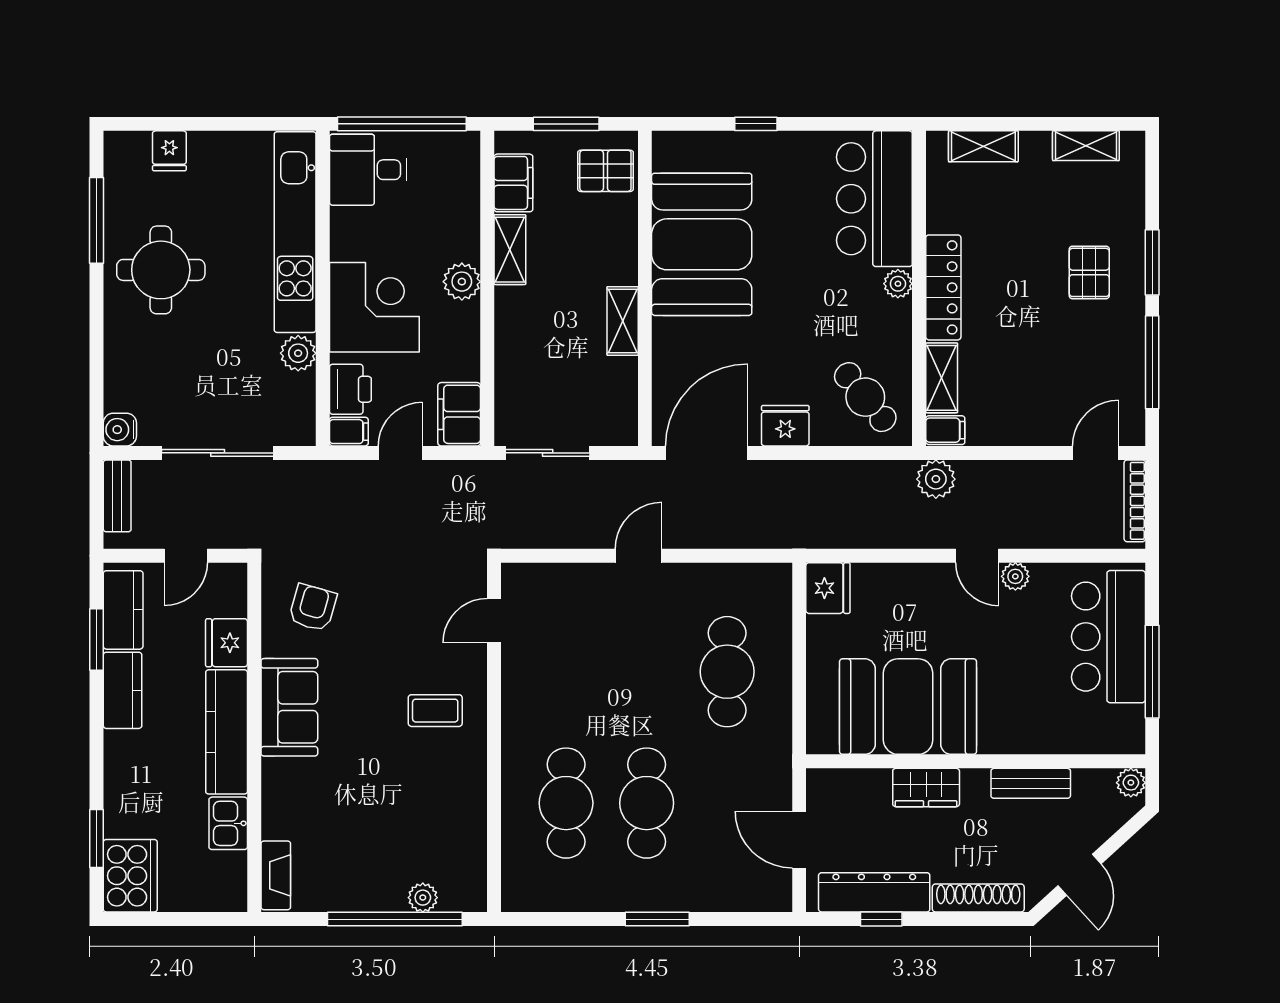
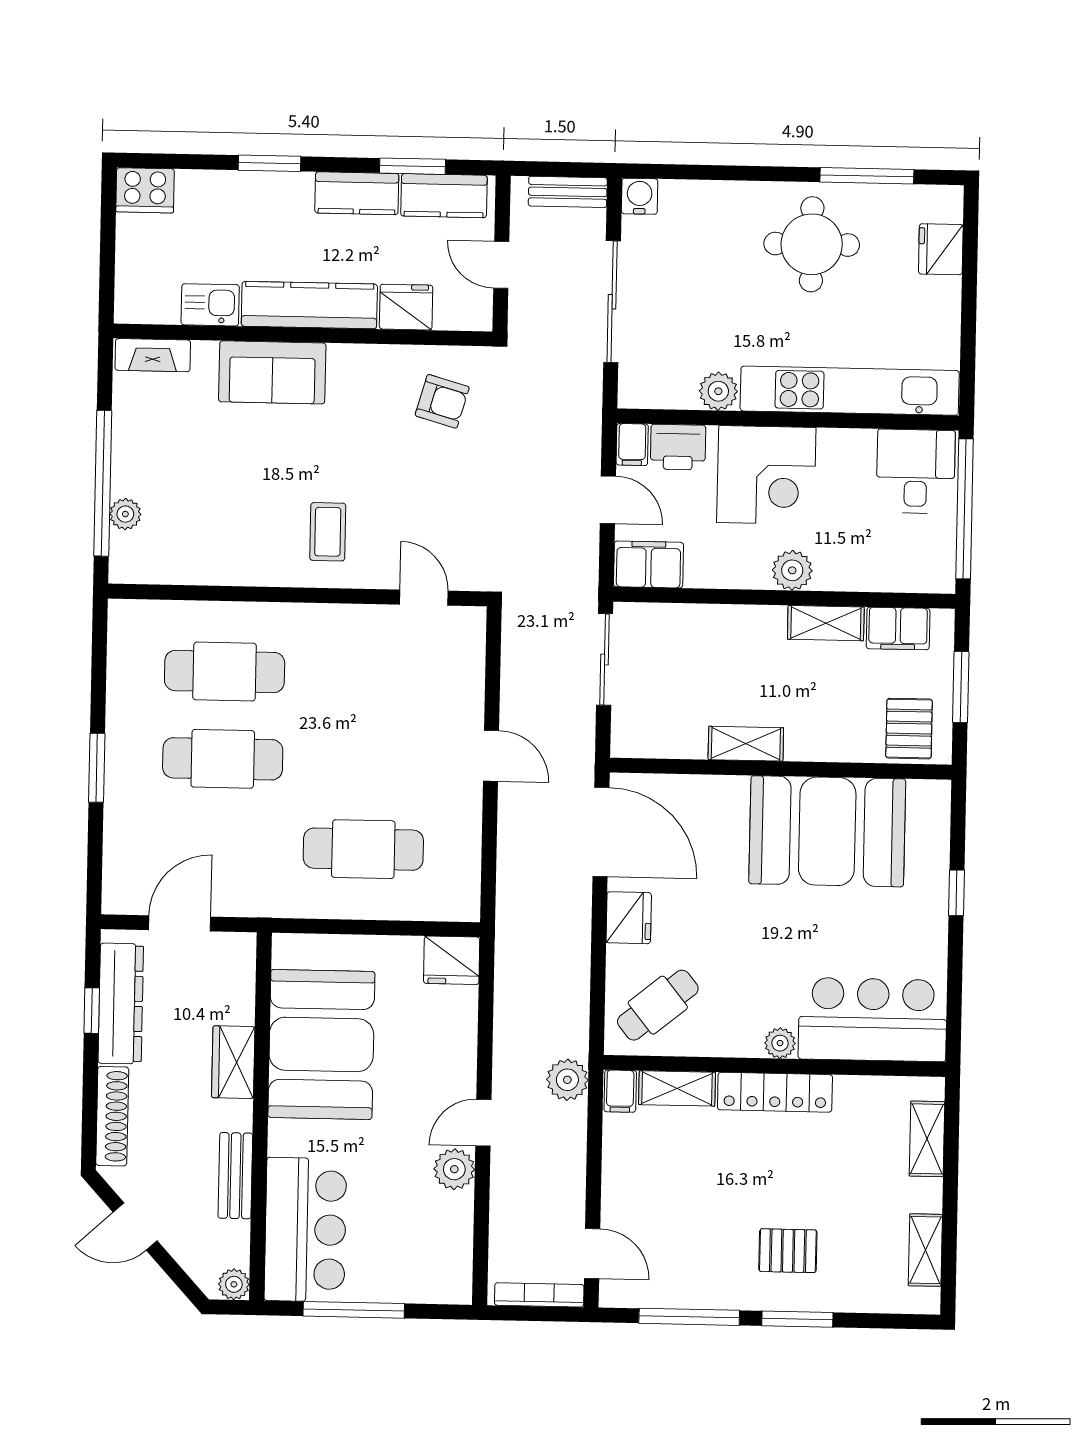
fridge: (169, 151) -> (941, 249), width x1.38
plant: (1015, 576) -> (454, 1169), width x1.38, depth x1.38
bar counter: (1108, 637) -> (305, 1230), moved, turned 90
sofa: (289, 707) -> (272, 372), moved
window: (97, 838) -> (270, 163), moved
cooker: (130, 876) -> (145, 190), width x0.73, depth x0.76

